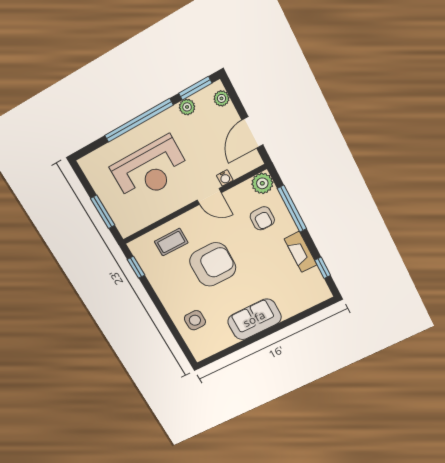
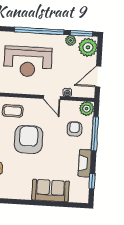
plant: (221, 98) -> (88, 47), width x1.88, depth x1.88
armchair: (262, 218) -> (74, 129), turned 180
armchair: (213, 264) -> (29, 139), turned -90
sofa: (254, 319) -> (50, 191), moved

